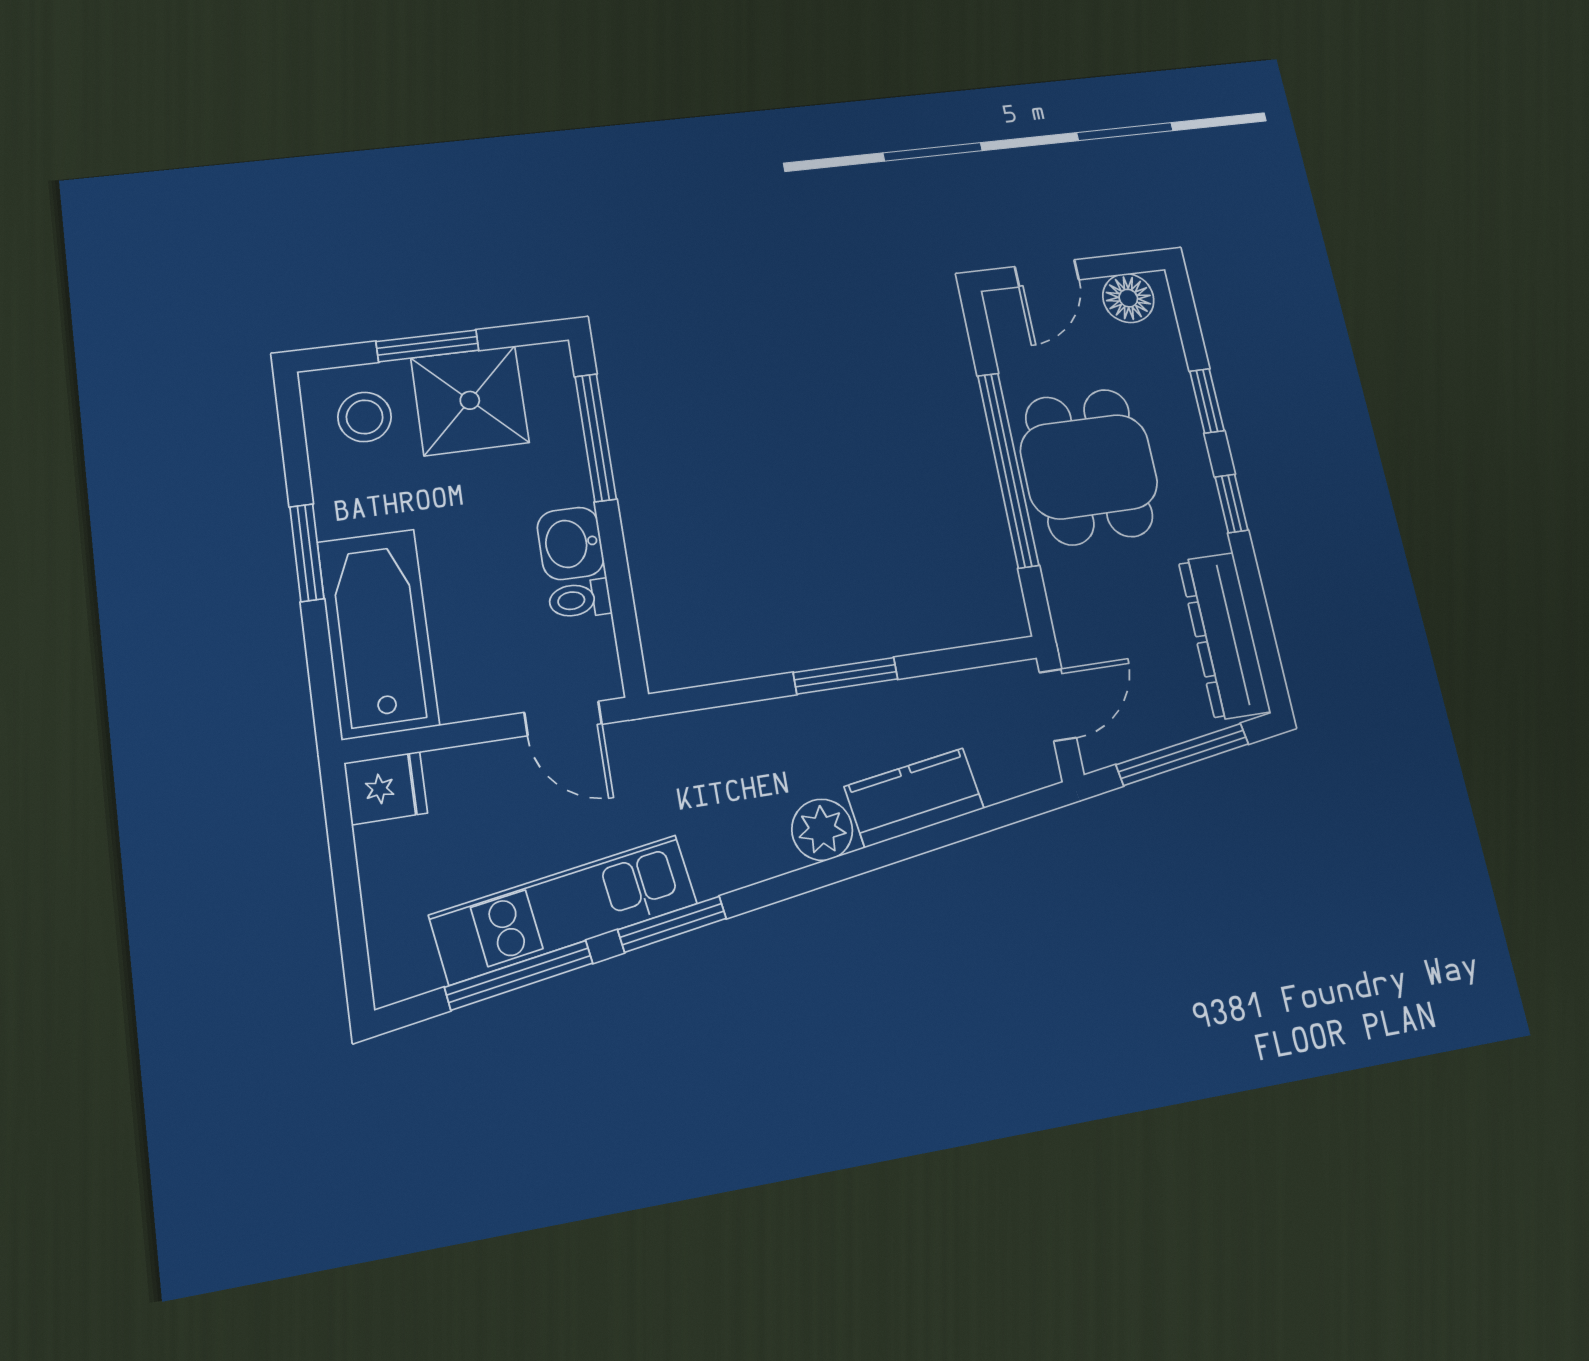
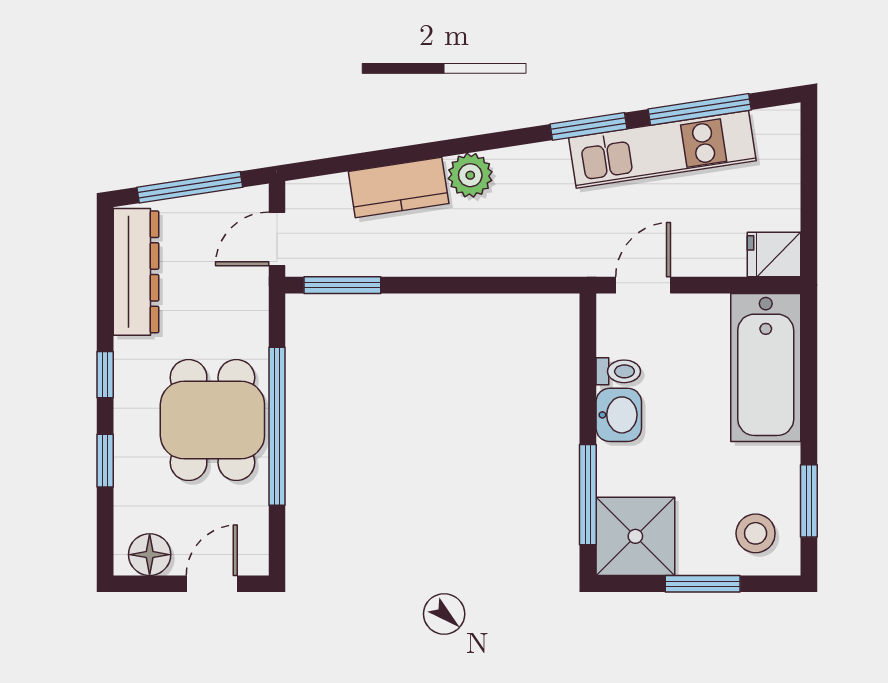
shower: (470, 400) -> (635, 536), moved
window: (307, 553) -> (809, 501), moved
window: (846, 676) -> (342, 285), moved
door: (563, 718) -> (643, 285), hinge flipped

